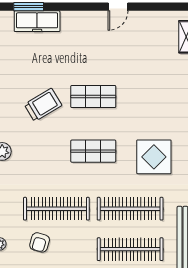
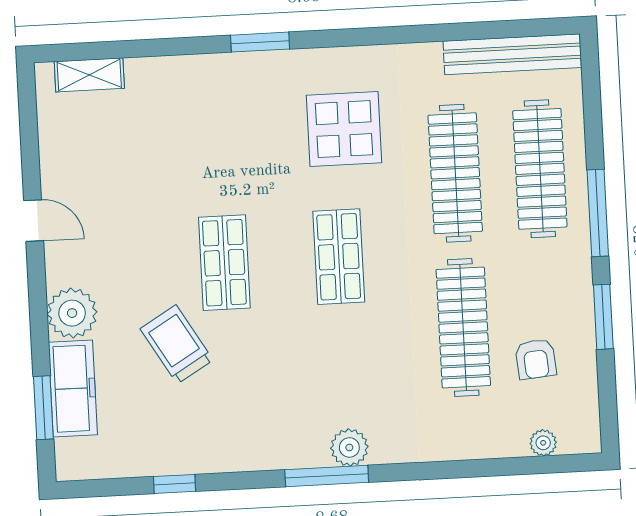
plant: (73, 23) -> (72, 313), added
trolley: (43, 105) -> (177, 344), moved
armchair: (40, 242) -> (536, 359), turned 69

